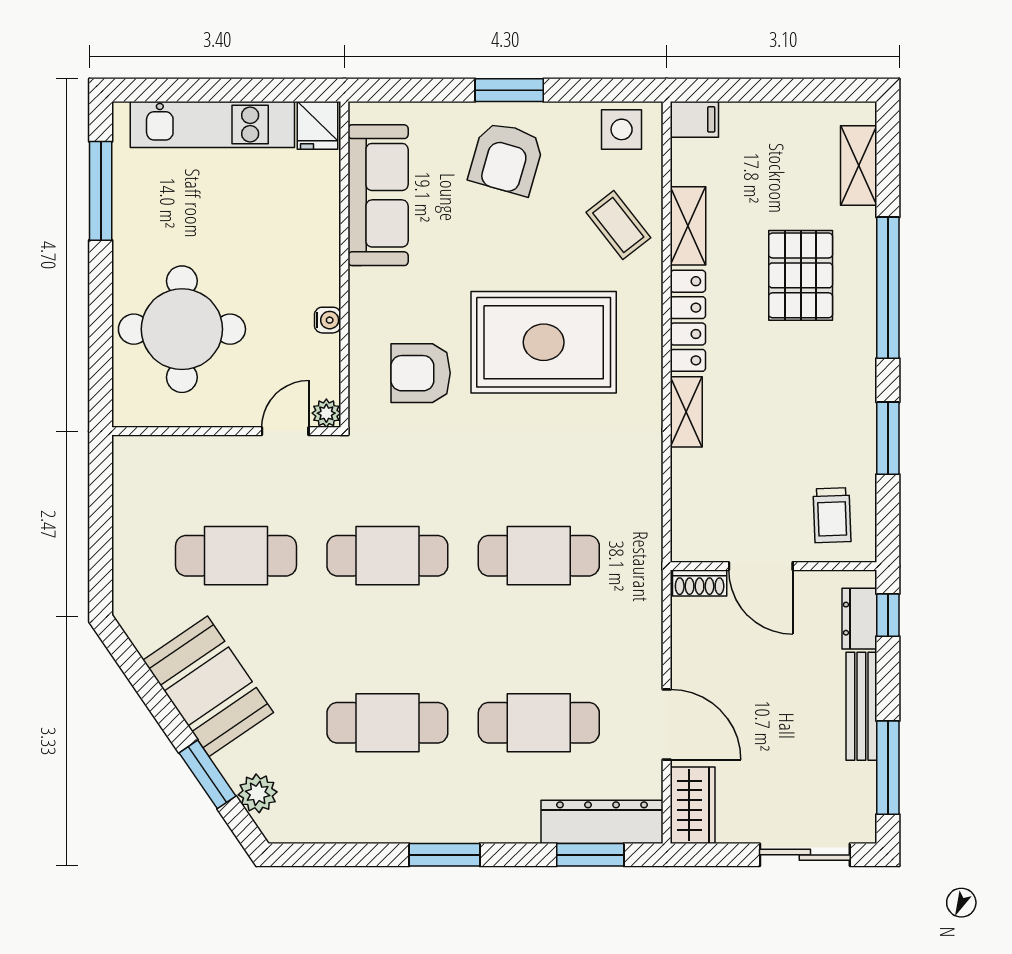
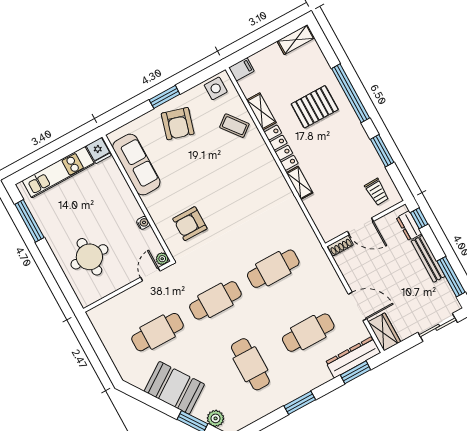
shelving: (859, 165) -> (296, 40), moved, turned 90
pallet: (801, 275) -> (315, 107), turned 90
round table: (182, 329) -> (89, 257), width x0.73, depth x0.73
rug: (544, 342) -> (230, 186), removed
cafe table: (387, 723) -> (250, 364), turned 90

